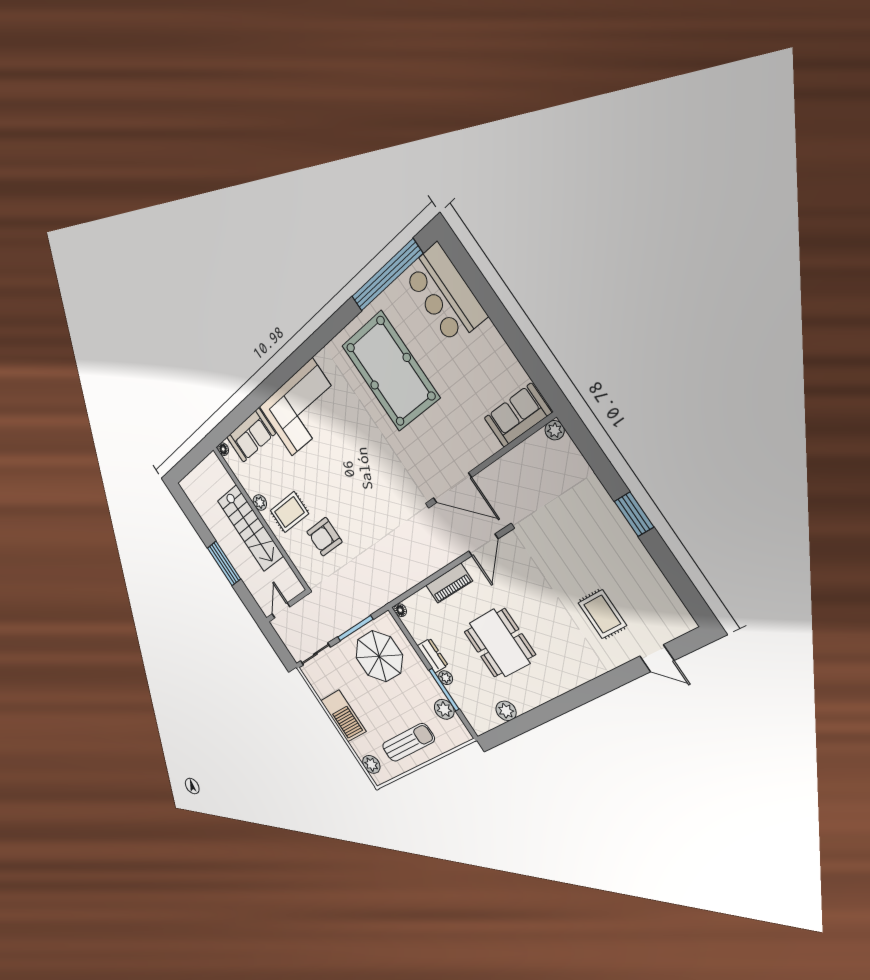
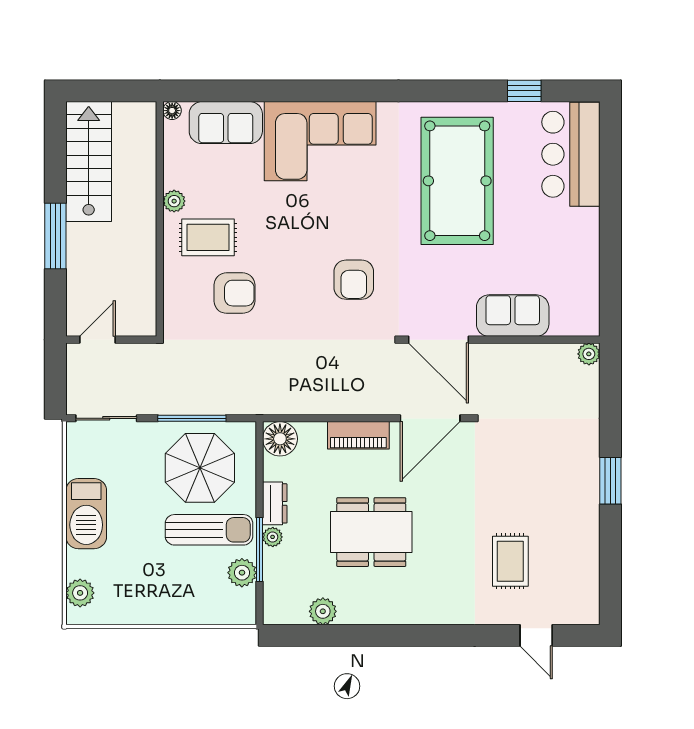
window: (387, 275) -> (524, 91), width x0.32
sofa: (517, 415) -> (513, 316), moved
armchair: (378, 483) -> (354, 280), added
stairs: (250, 528) -> (89, 162), moved, turned 180
armchair: (324, 537) -> (234, 293), turned 180
door: (483, 545) -> (430, 418), width x1.36
floor lamp: (400, 610) -> (280, 439), width x1.89, depth x1.89
dining table: (500, 643) -> (371, 532), turned 90
sun lounger: (408, 743) -> (209, 530), moved

